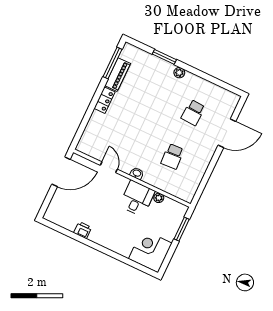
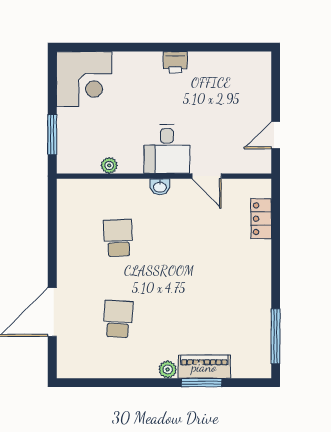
piano: (118, 75) -> (204, 367), moved, turned 90
locker: (105, 100) -> (261, 219), moved
door: (61, 172) -> (276, 135), width x0.53
desk: (137, 198) -> (167, 149), moved
printer: (83, 230) -> (175, 62), moved

